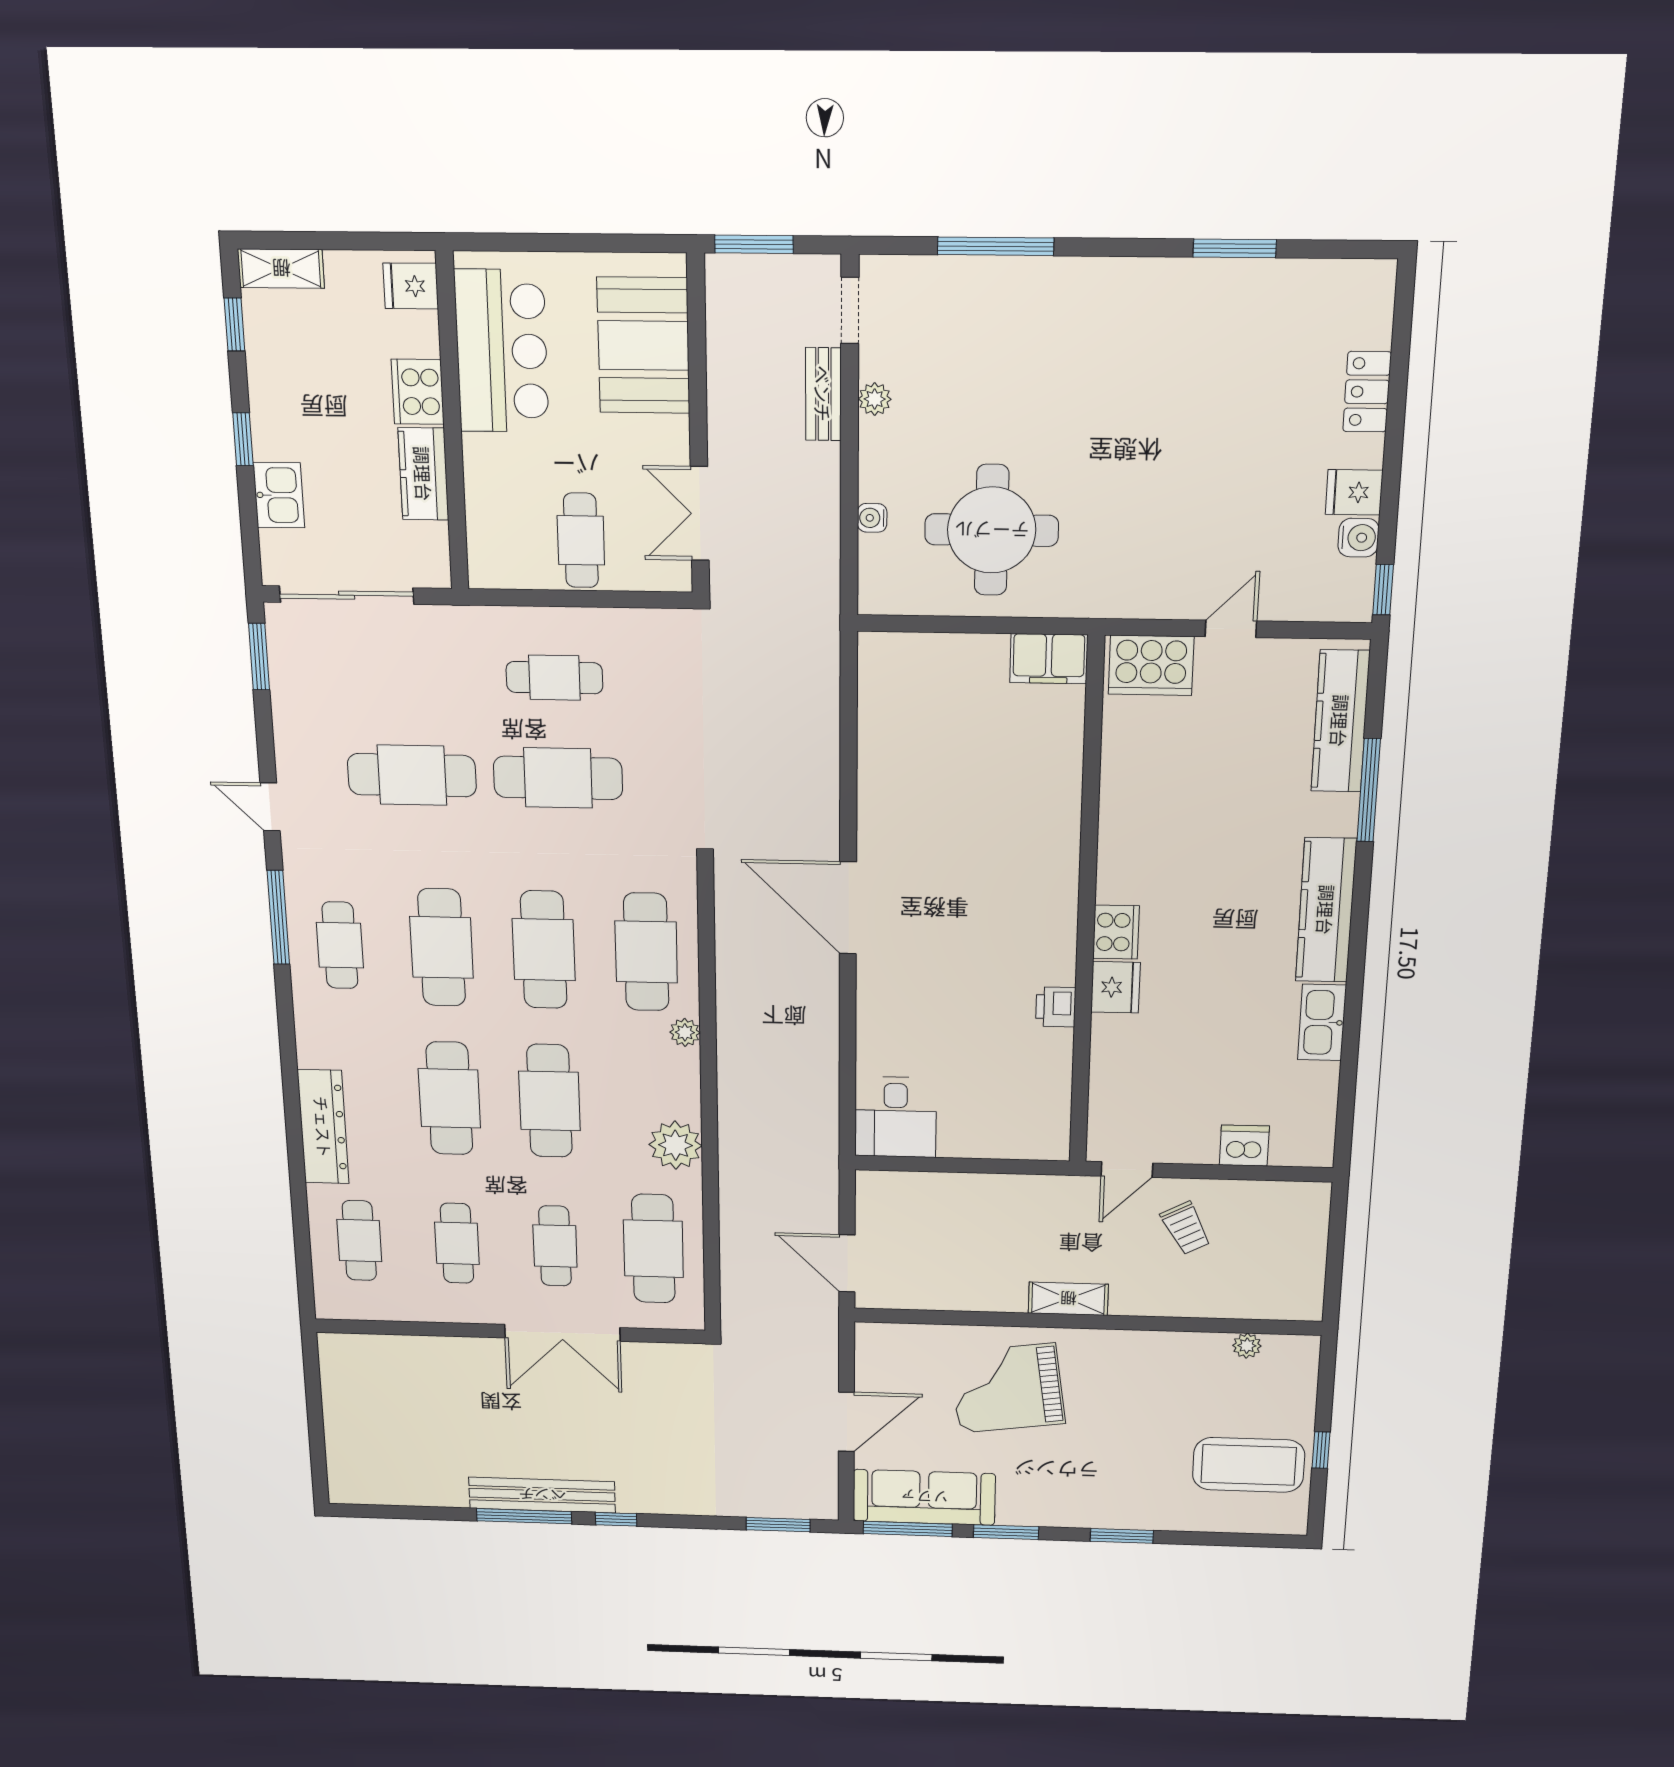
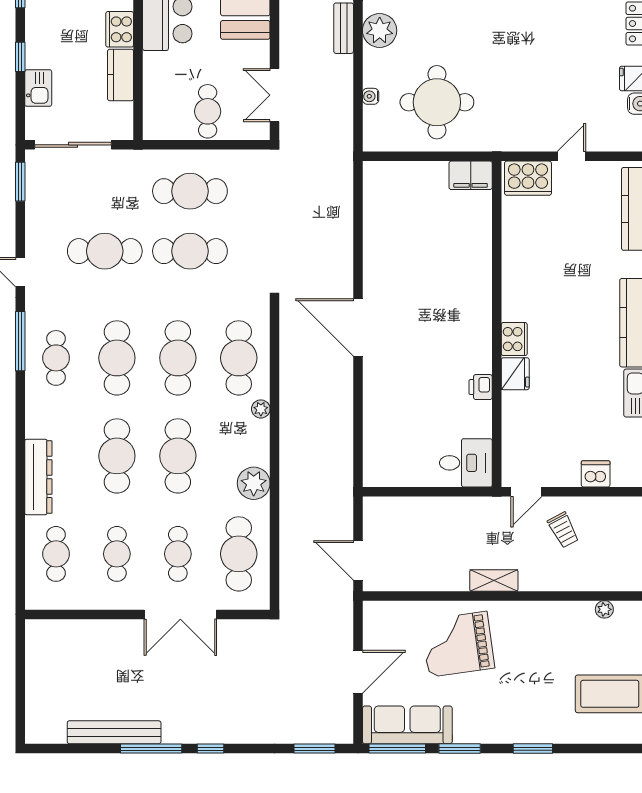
plant: (875, 399) -> (380, 30), width x1.87, depth x1.87
cafe table: (554, 678) -> (190, 191), width x1.37, depth x1.35
desk: (895, 1117) -> (466, 463), moved, turned -90
bench: (542, 1495) -> (114, 732), moved

